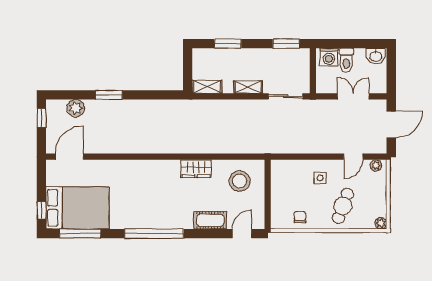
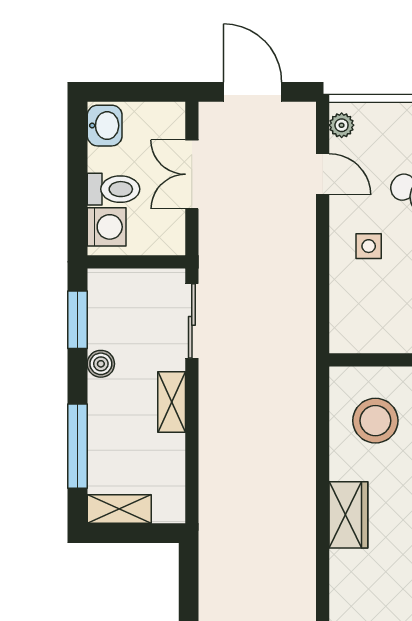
window: (228, 44) -> (77, 446), width x1.44
boiler: (266, 54) -> (101, 364), added
shelving: (207, 87) -> (119, 509), moved, turned 90

